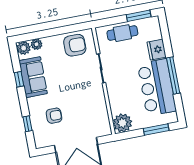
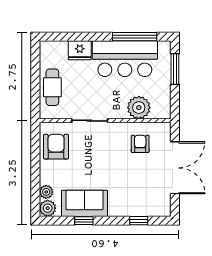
window: (139, 16) -> (35, 64), removed
window: (173, 75) -> (135, 37), moved
armchair: (54, 116) -> (140, 144), moved
plant: (122, 123) -> (139, 108), moved

